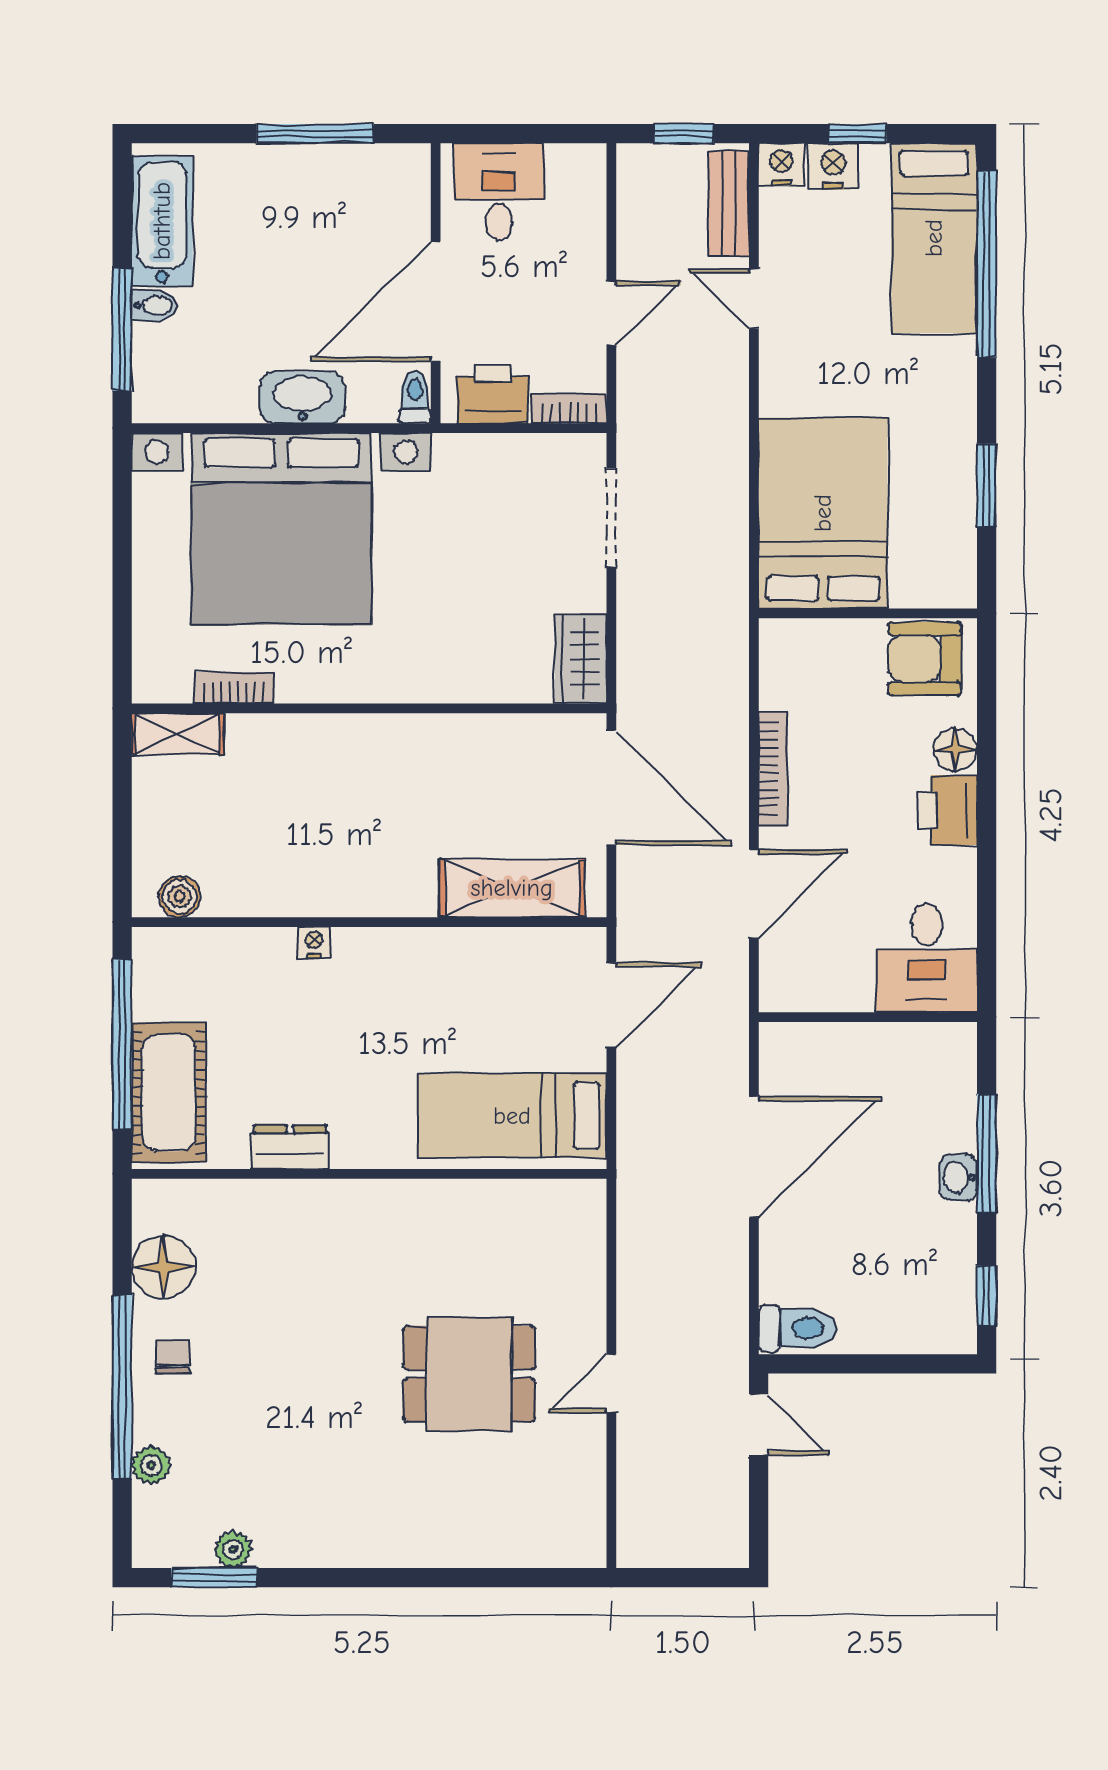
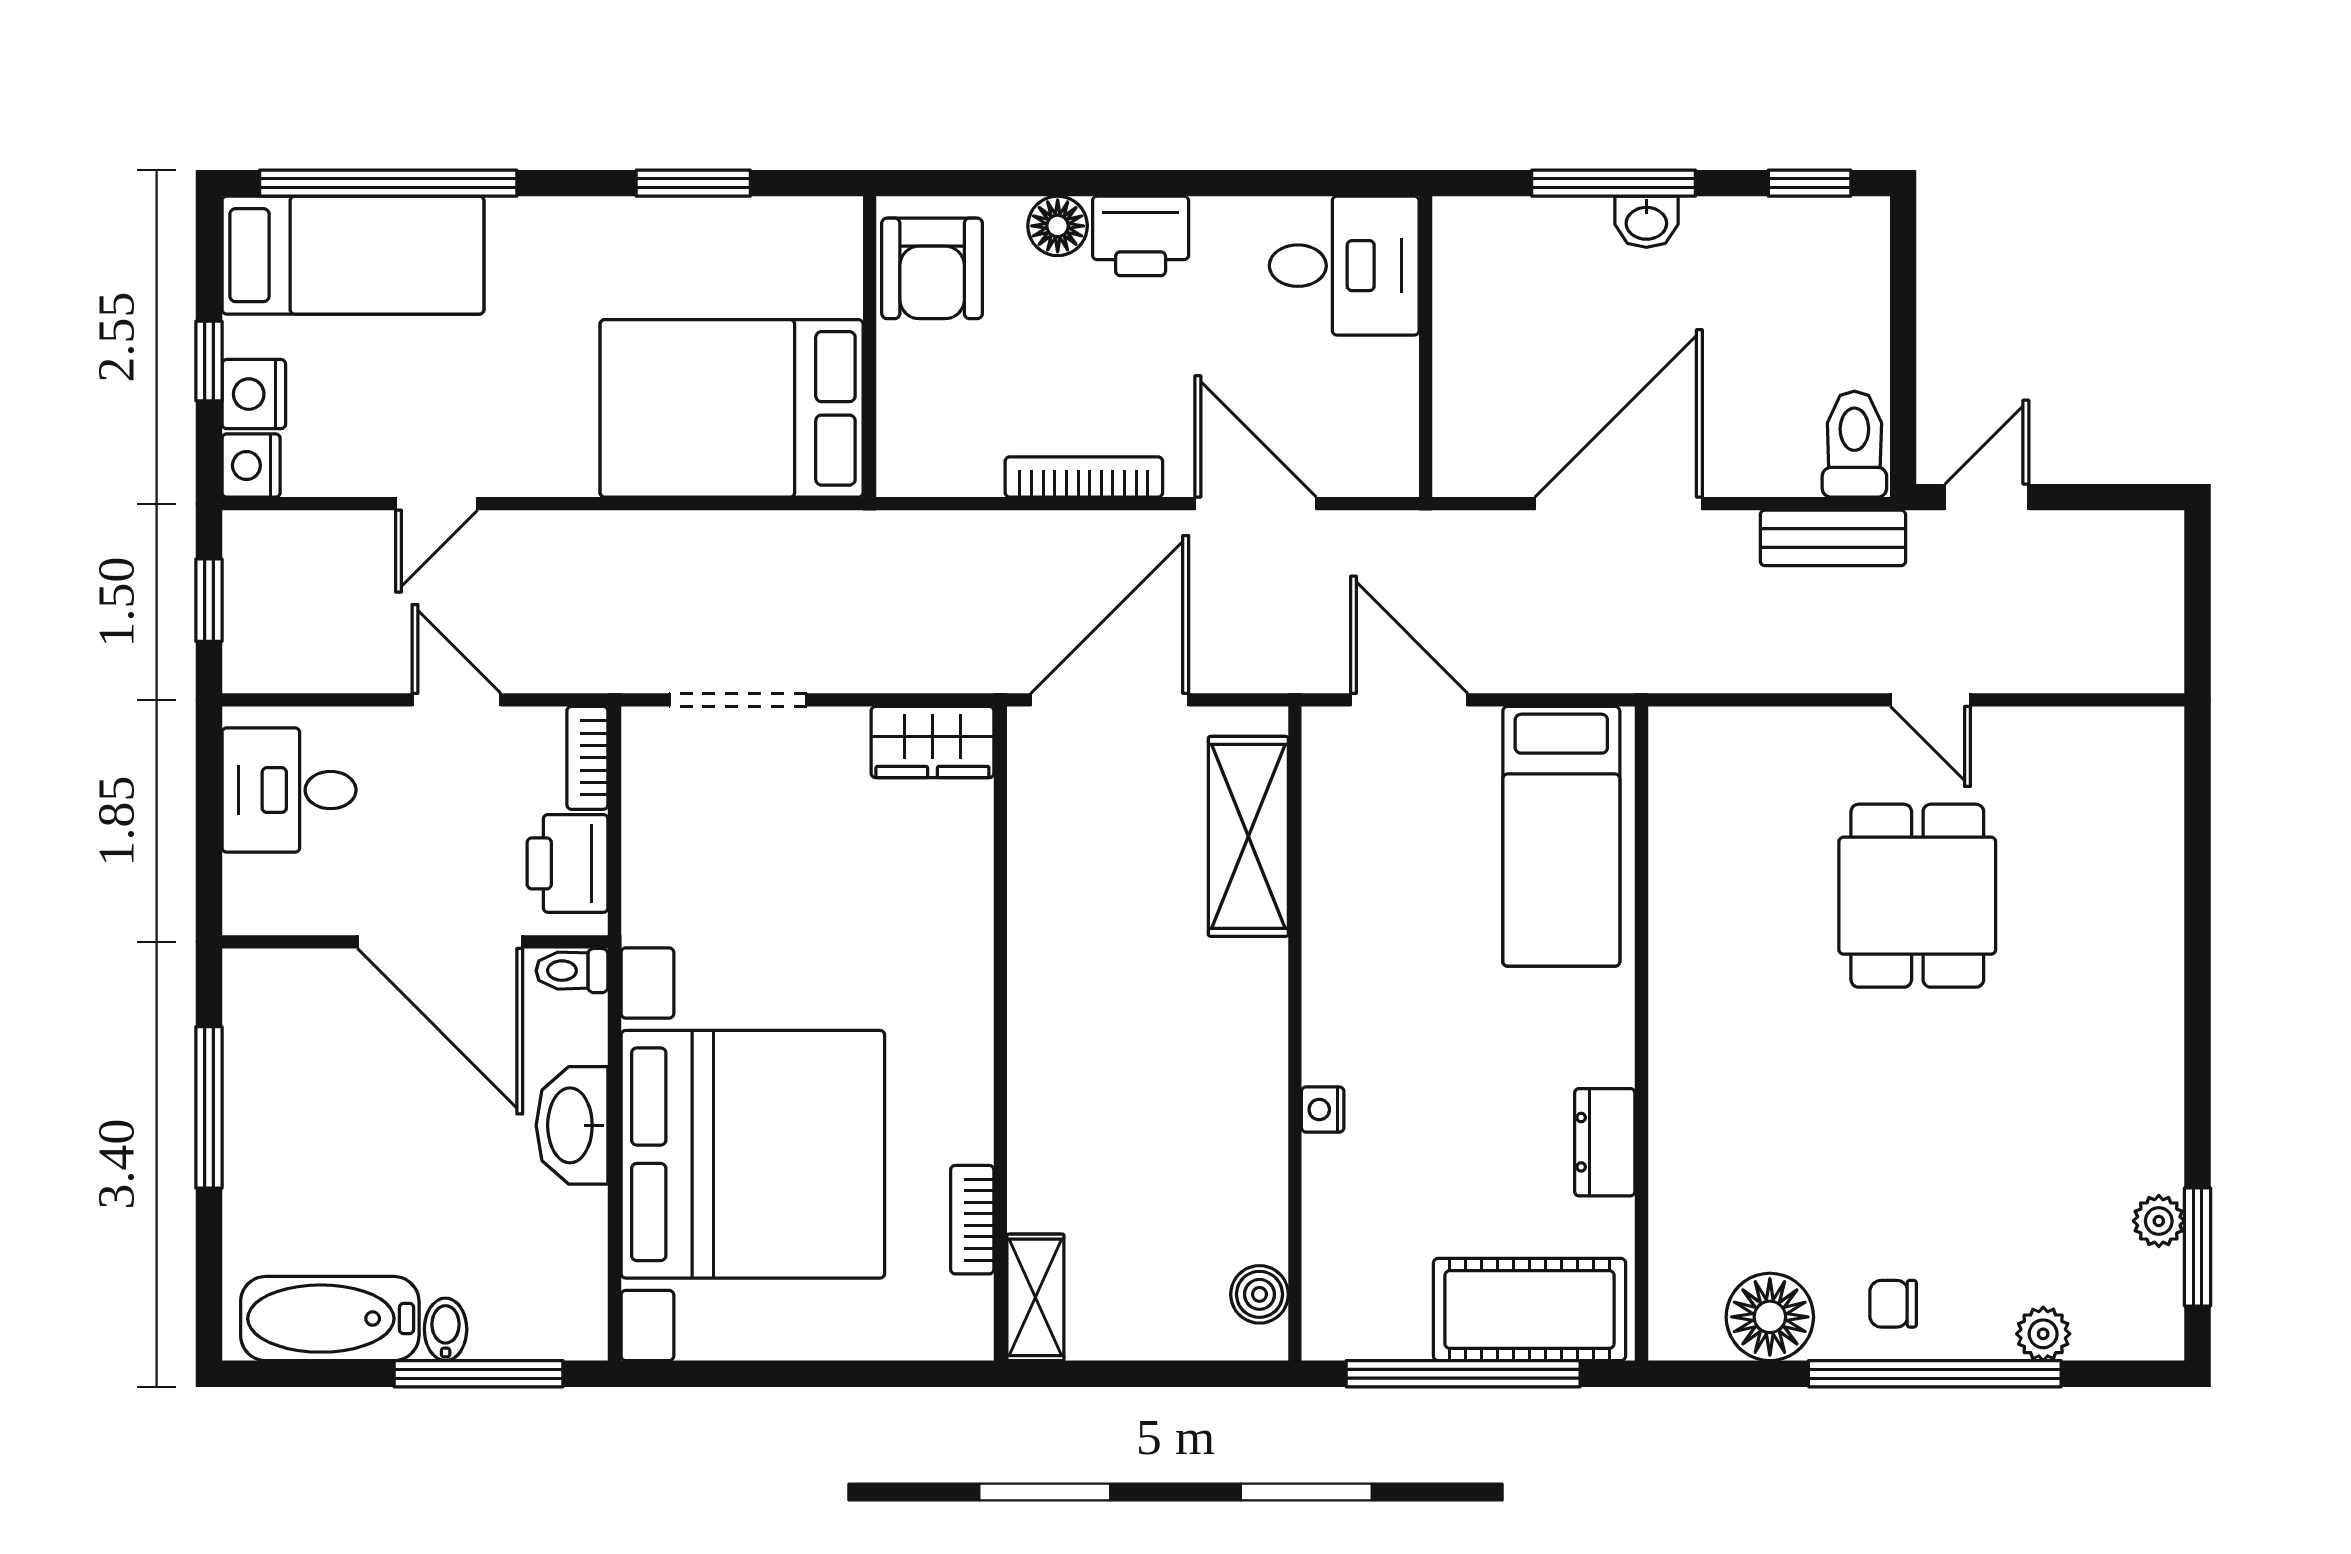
desk: (499, 192) -> (289, 790), moved
bench: (729, 204) -> (1833, 538), moved
door: (754, 1157) -> (1619, 504), hinge flipped

